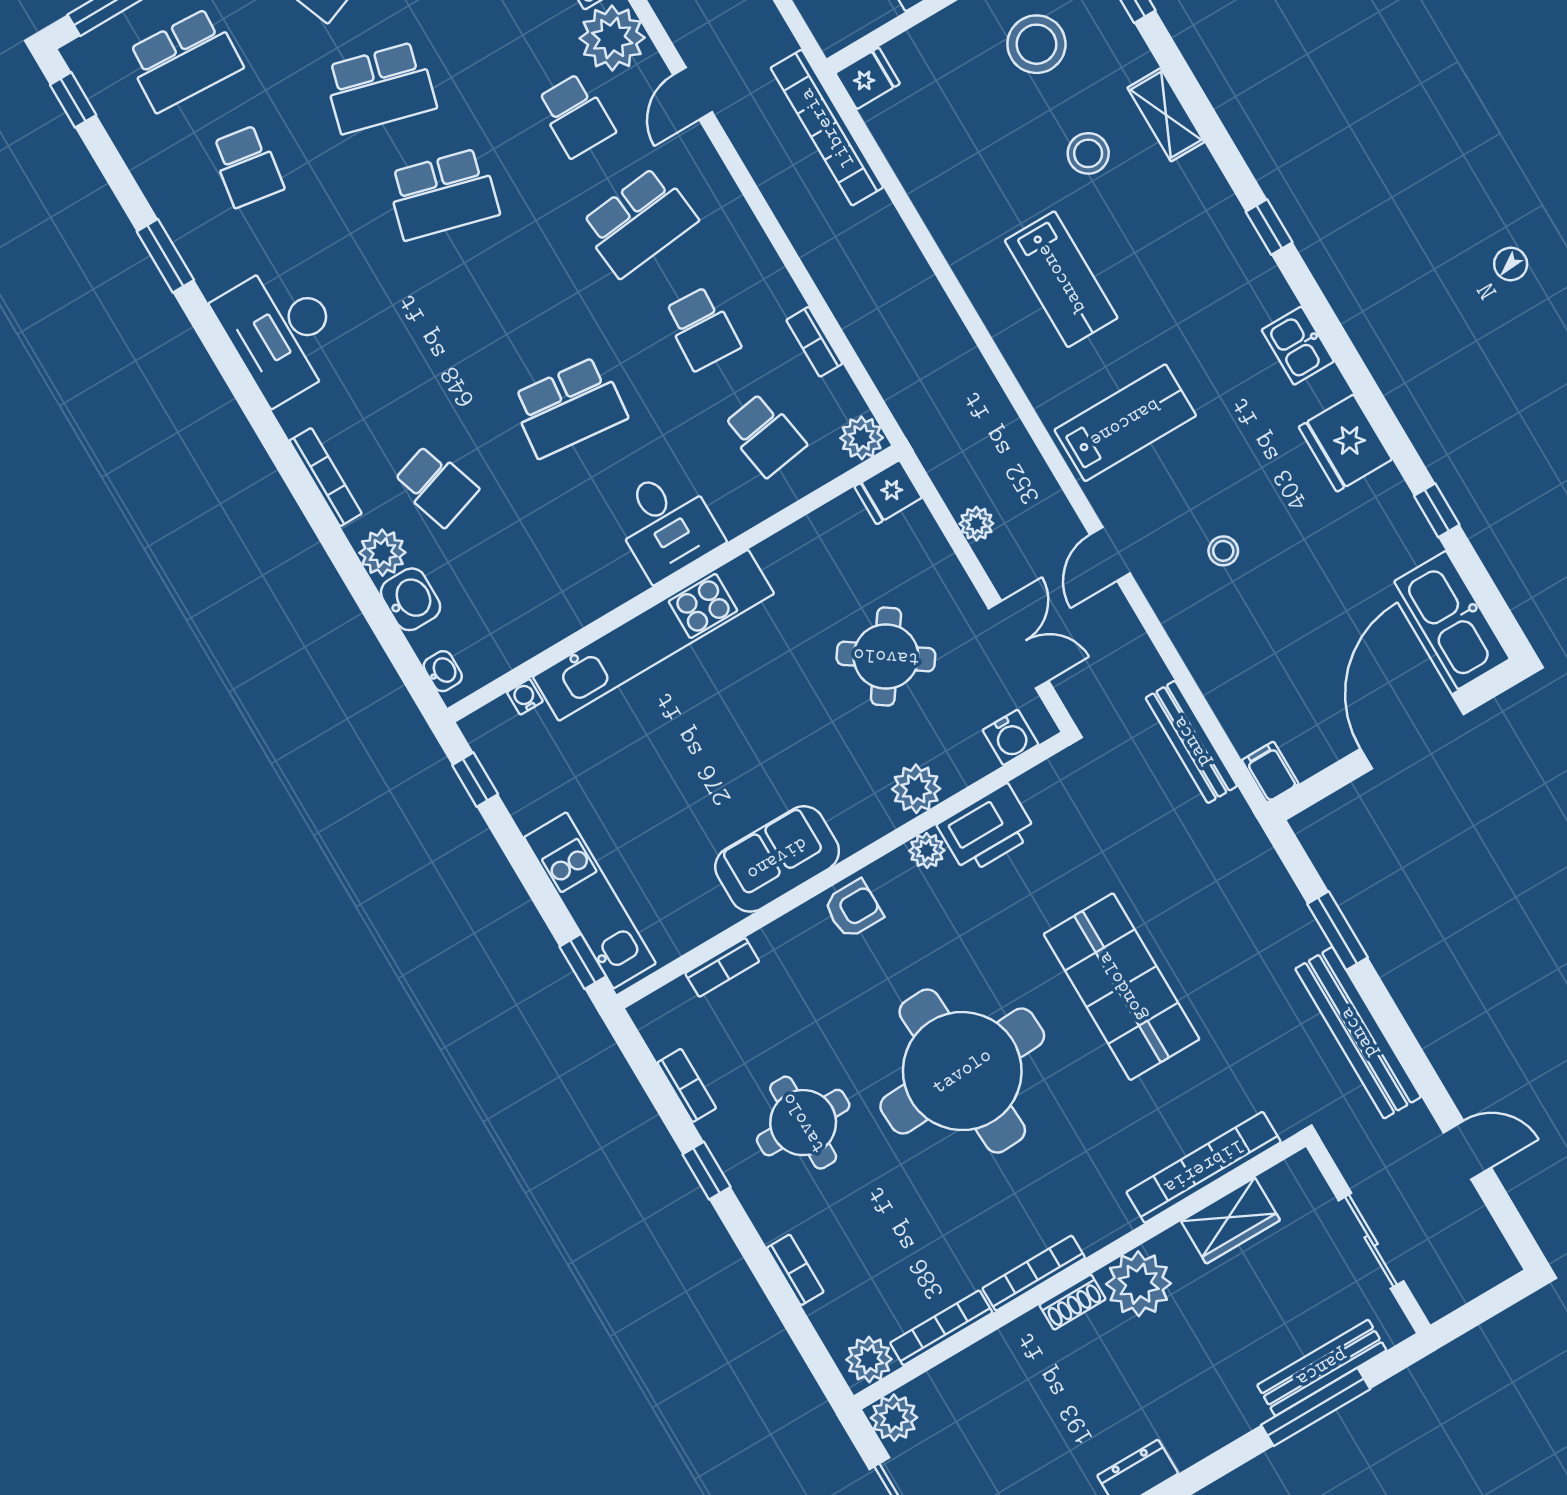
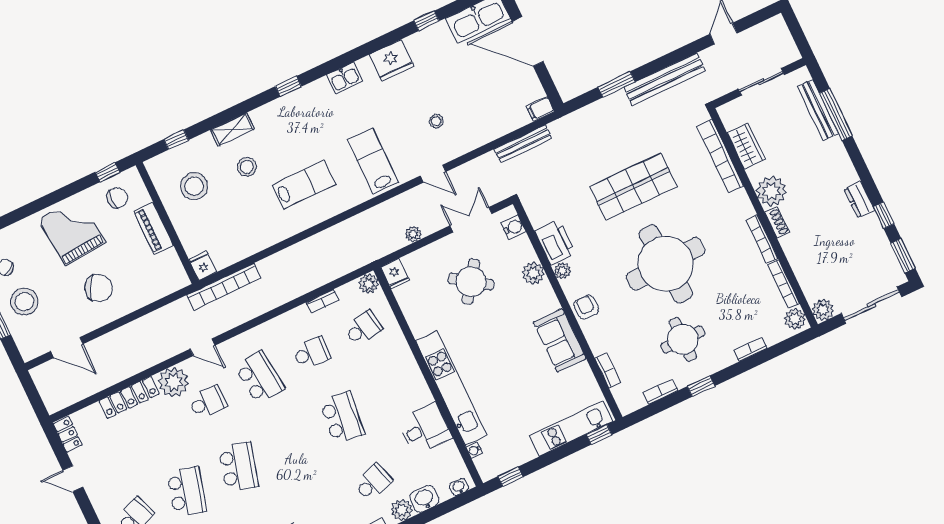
desk: (666, 524) -> (425, 429), moved

